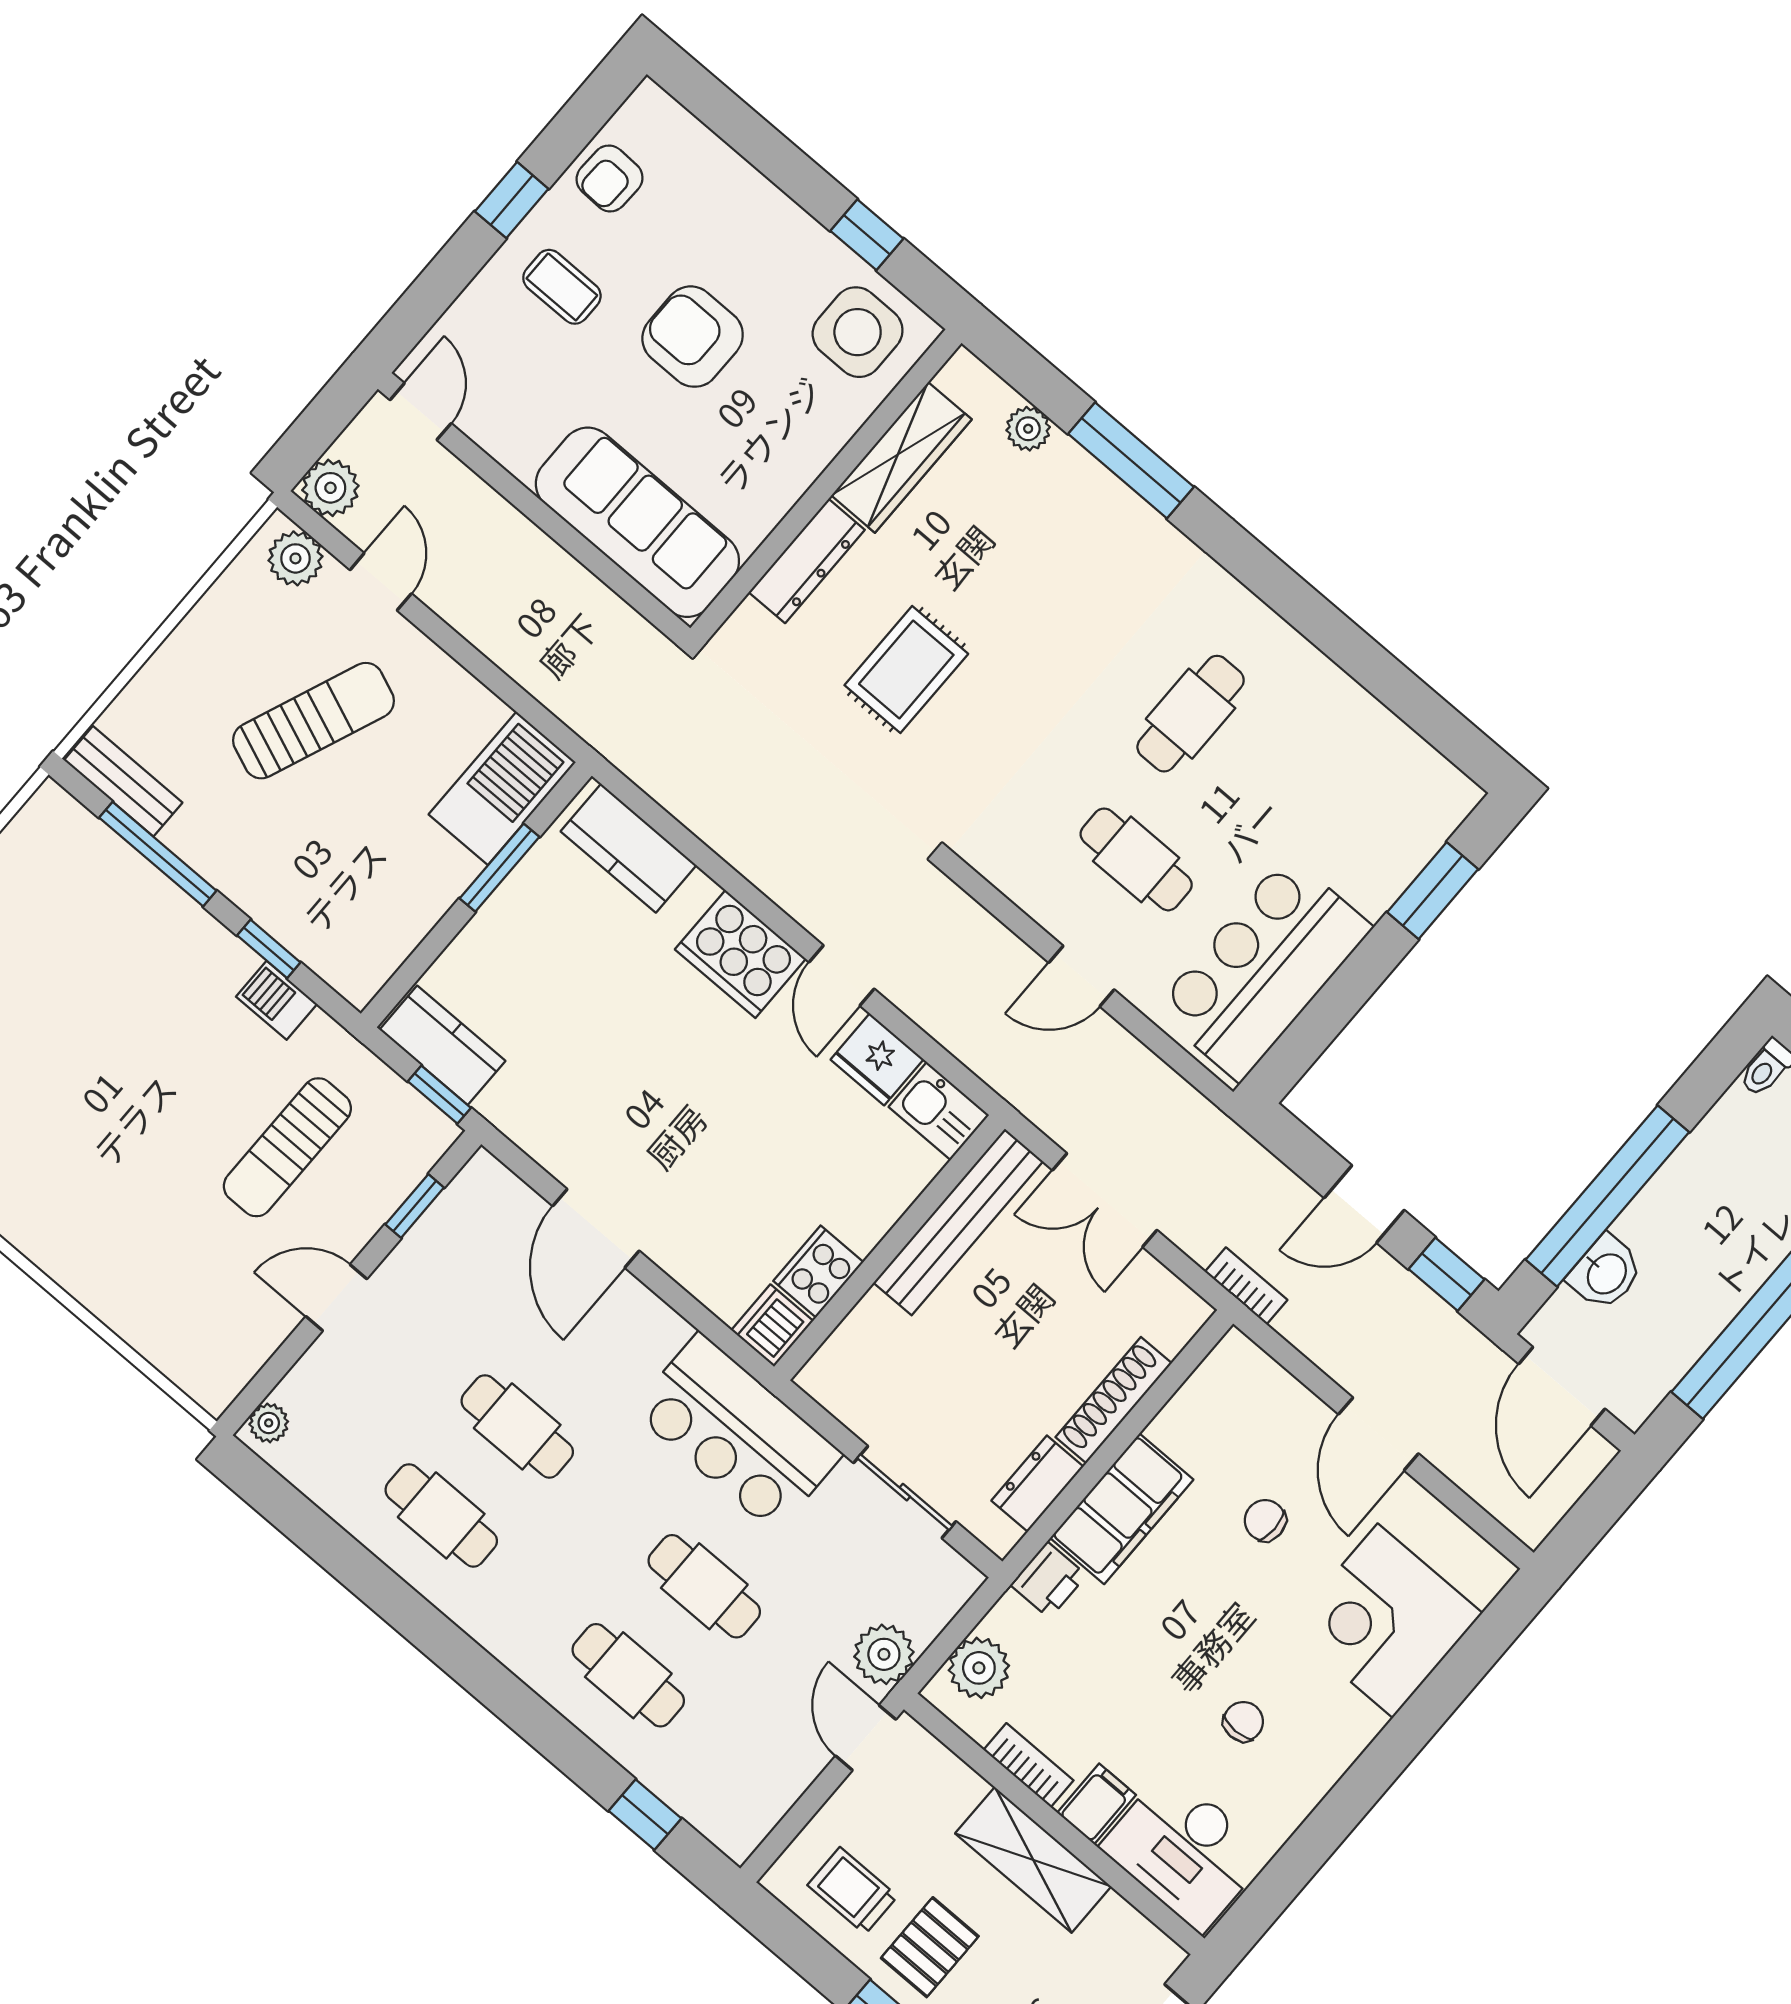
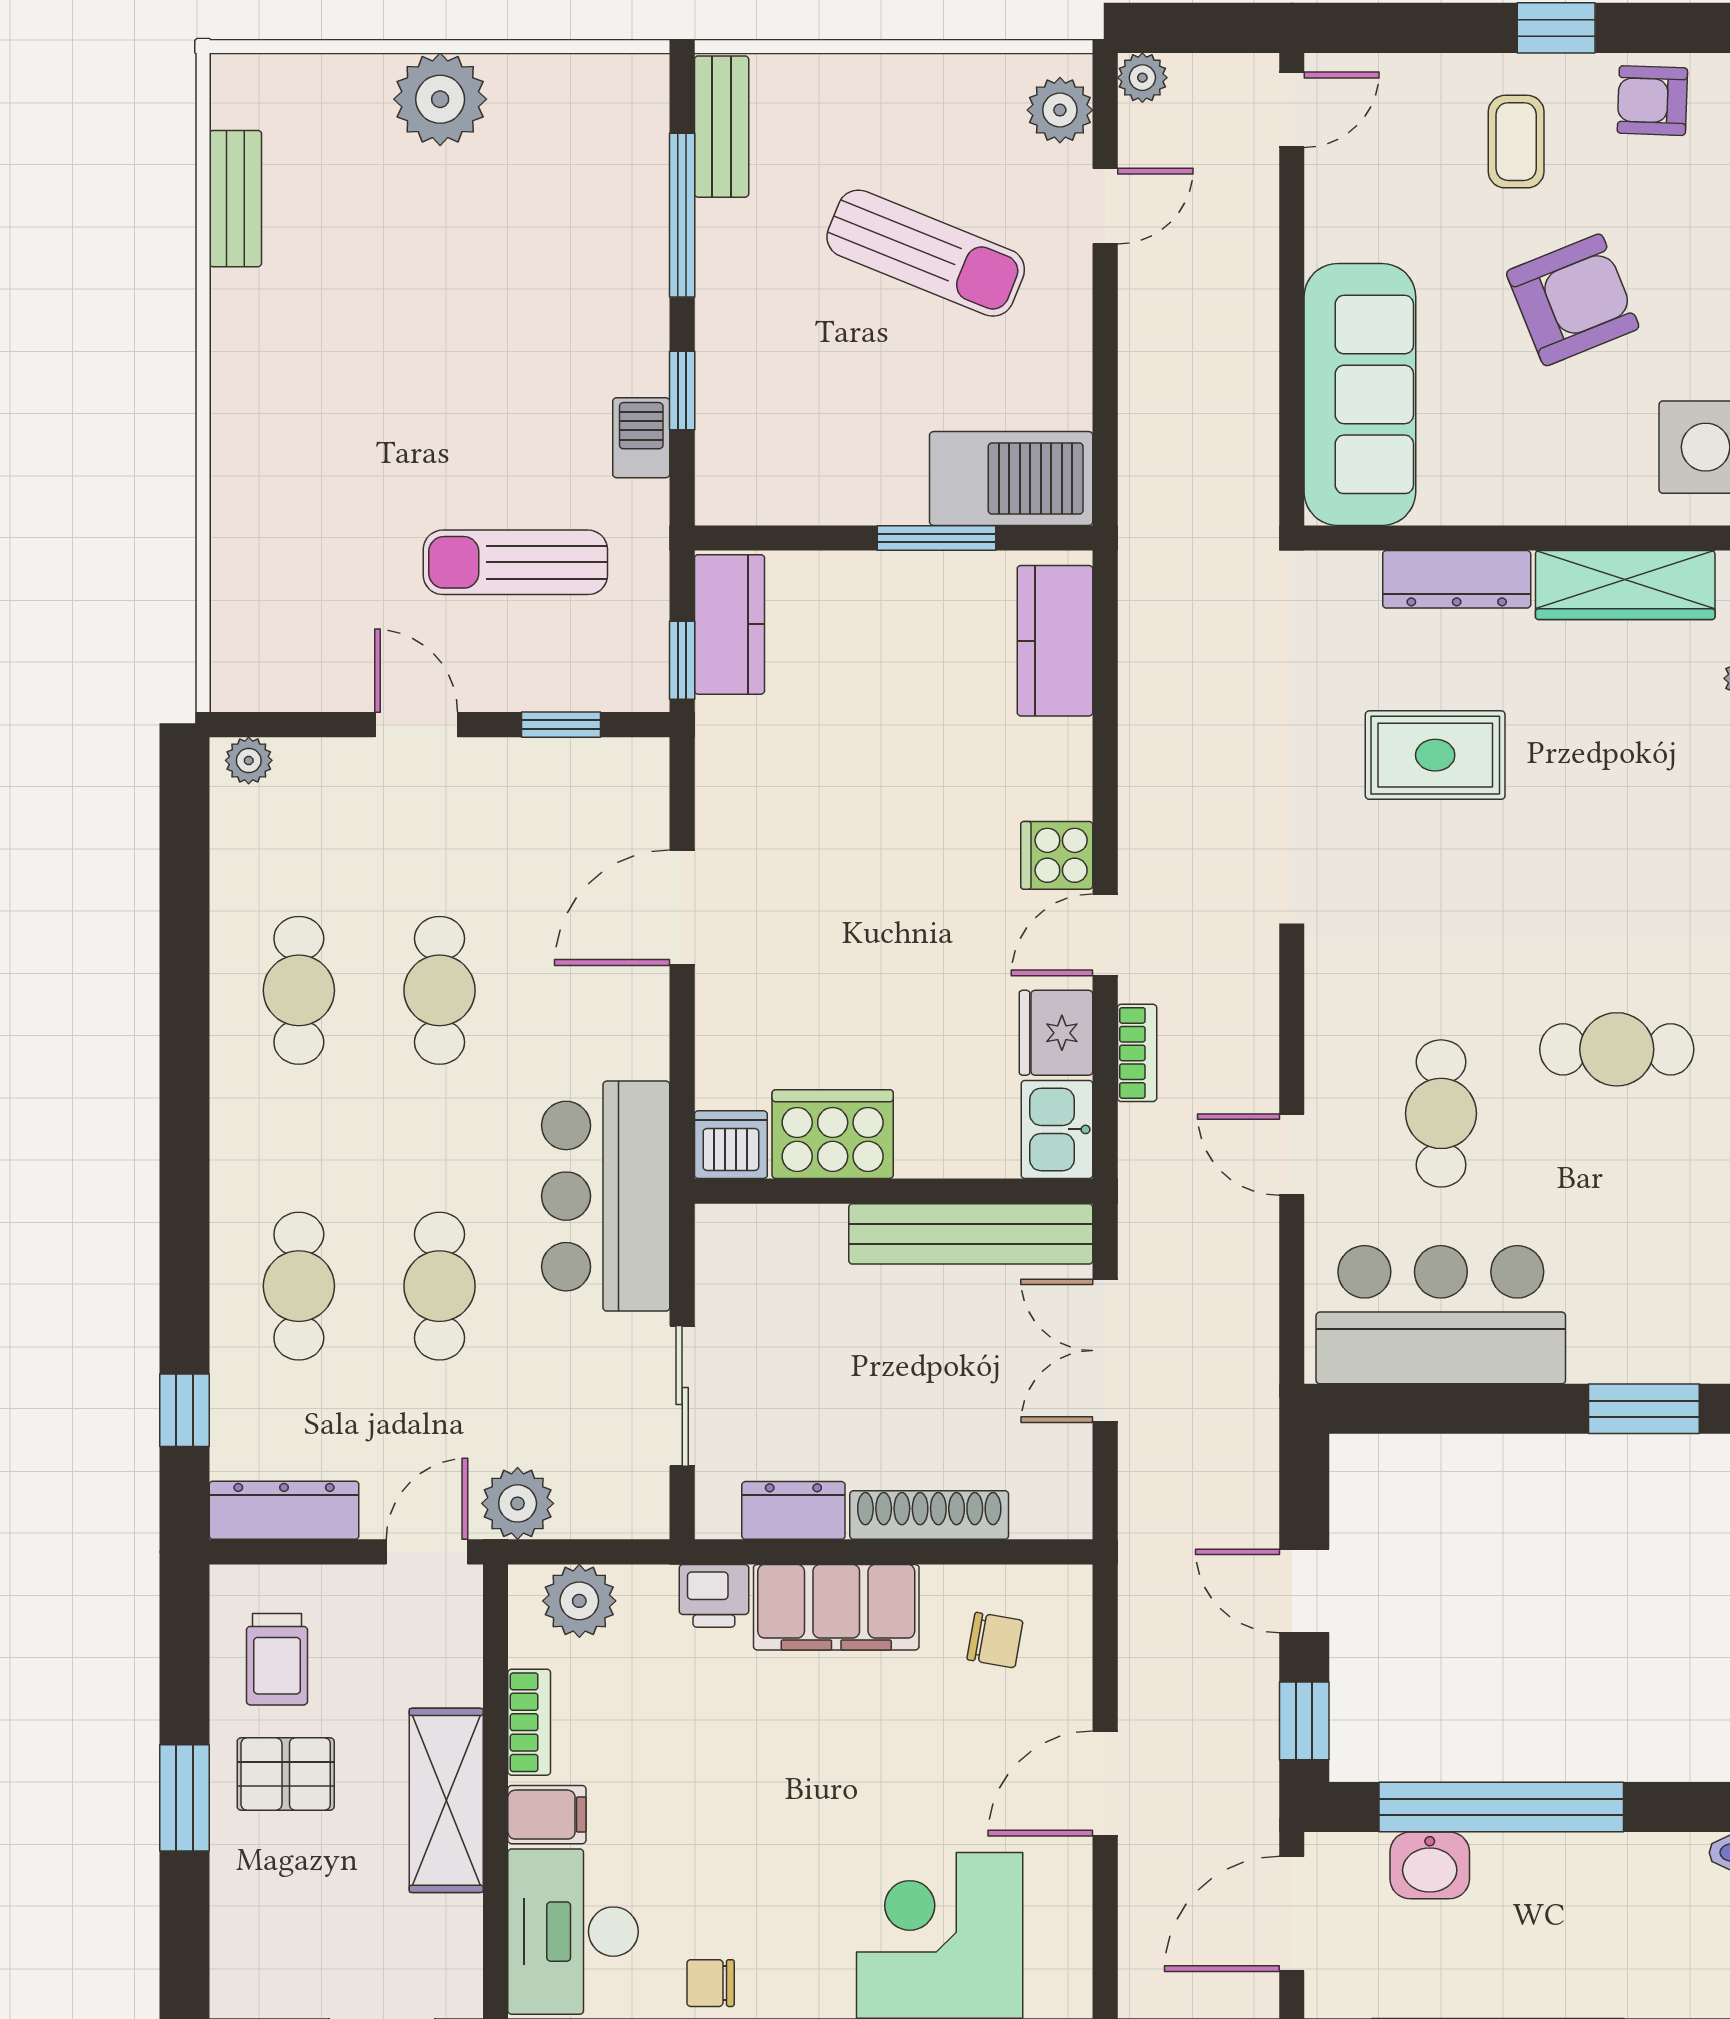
armchair: (693, 337) -> (1573, 300), turned 68
plant: (330, 488) -> (1142, 78), width x0.73, depth x0.73
cooker: (740, 954) -> (1057, 855), width x0.53, depth x0.76
cooker: (818, 1272) -> (833, 1134), width x1.37, depth x1.31
bookcase: (1246, 1286) -> (1137, 1053), moved
chair: (1265, 1520) -> (995, 1640), moved, turned 100
chair: (1243, 1722) -> (711, 1983), moved, turned 180
dresser: (762, 1806) -> (284, 1510), added
trolley: (853, 1891) -> (277, 1659), turned 180

